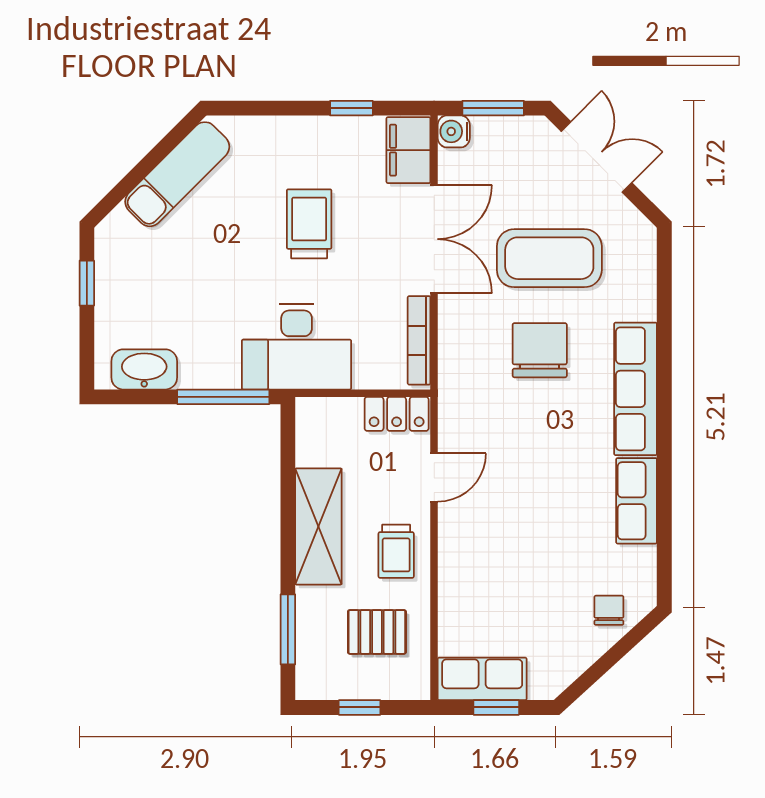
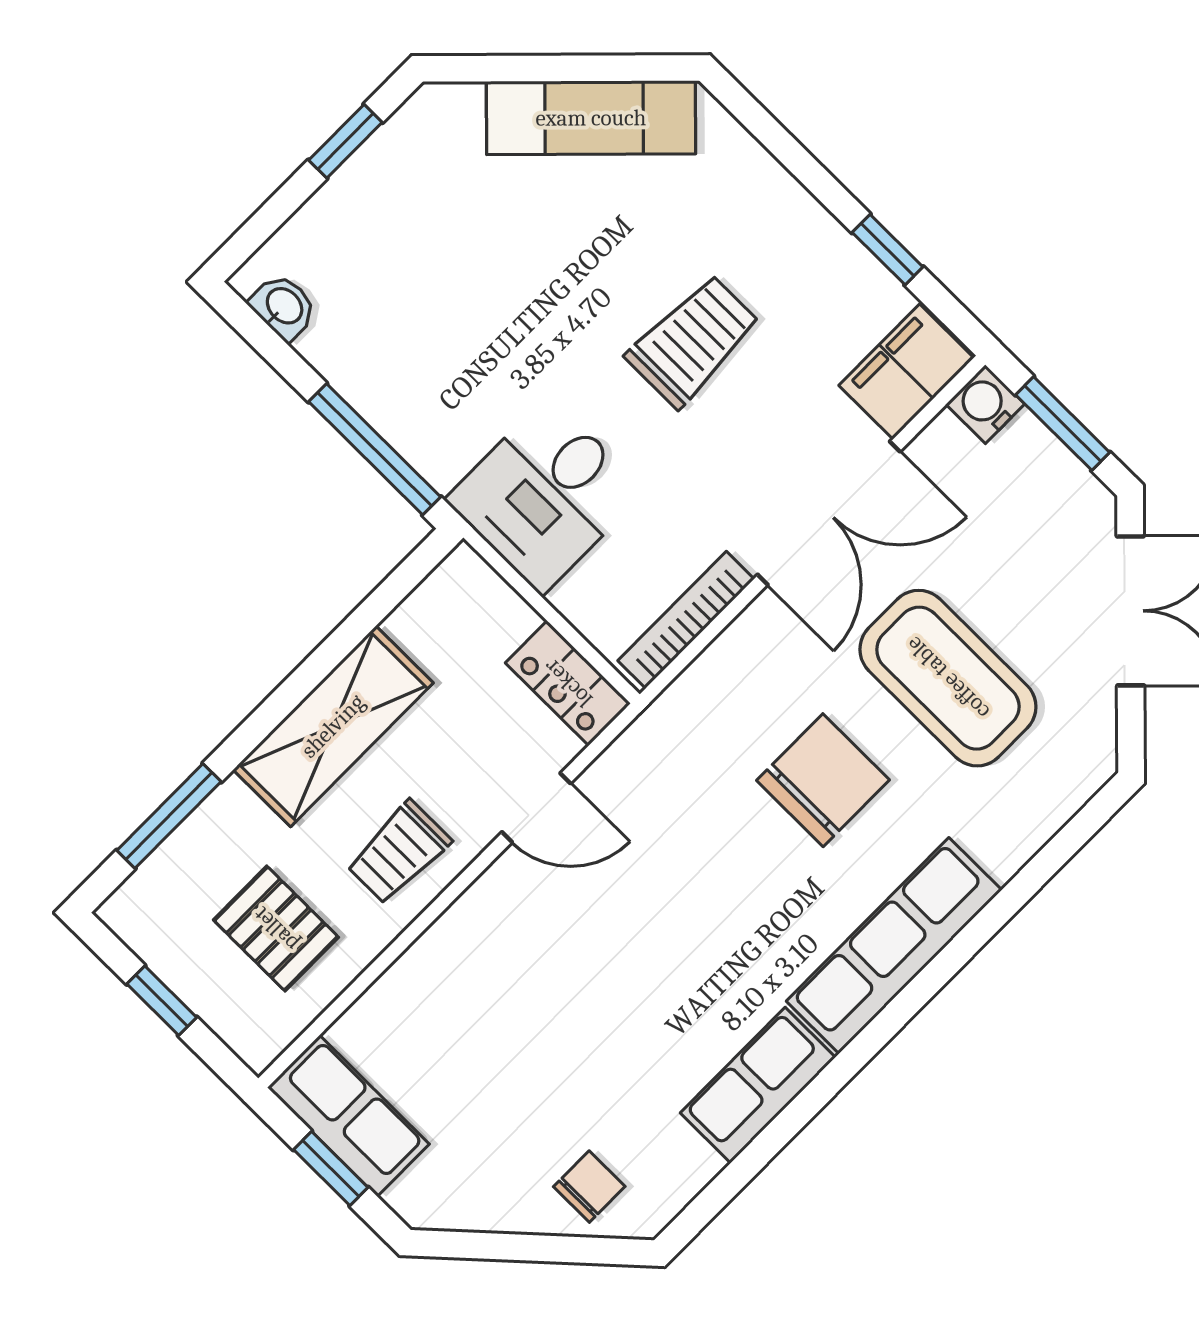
desk: (297, 347) -> (545, 495), width x0.73
washbasin: (144, 369) -> (284, 307), width x0.52, depth x0.69

